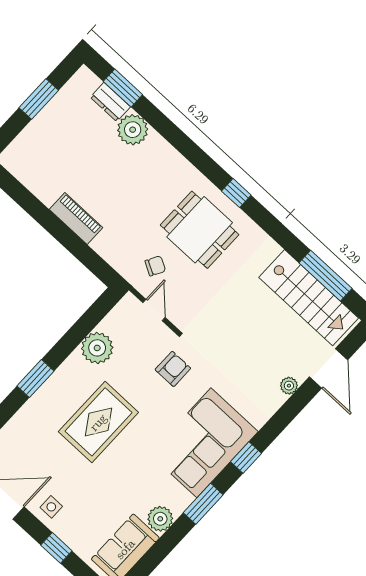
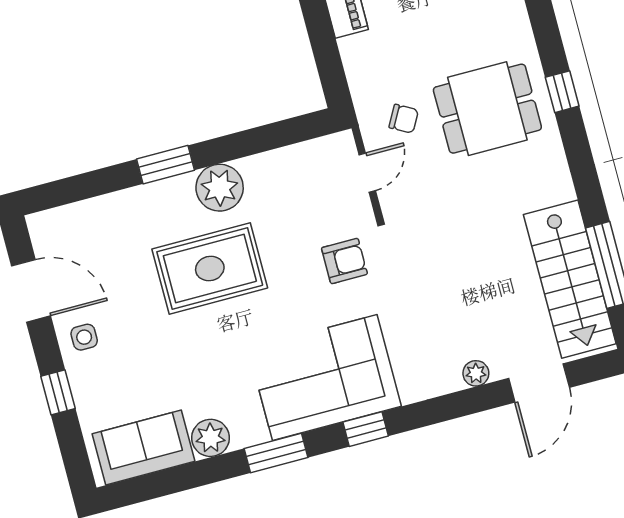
dining table: (200, 230) -> (487, 109), turned 90
plant: (97, 348) -> (220, 188), moved

